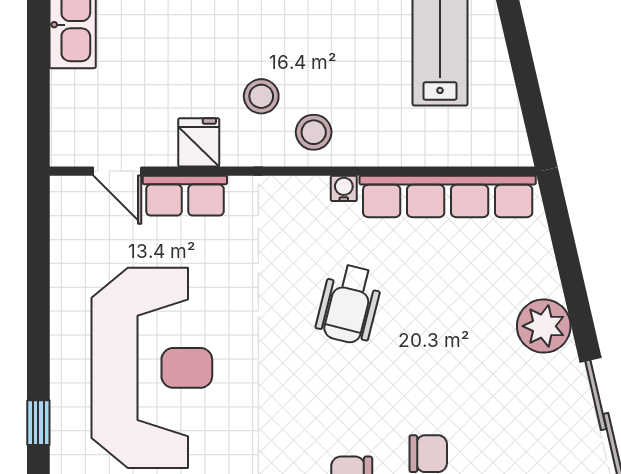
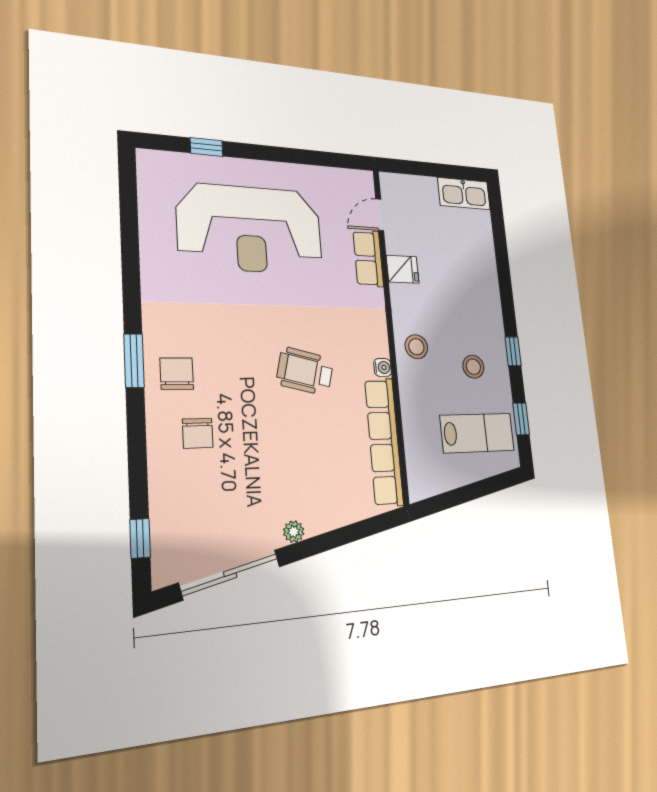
stool: (261, 96) -> (473, 367), moved
plant: (544, 326) -> (294, 532), width x0.53, depth x0.53

